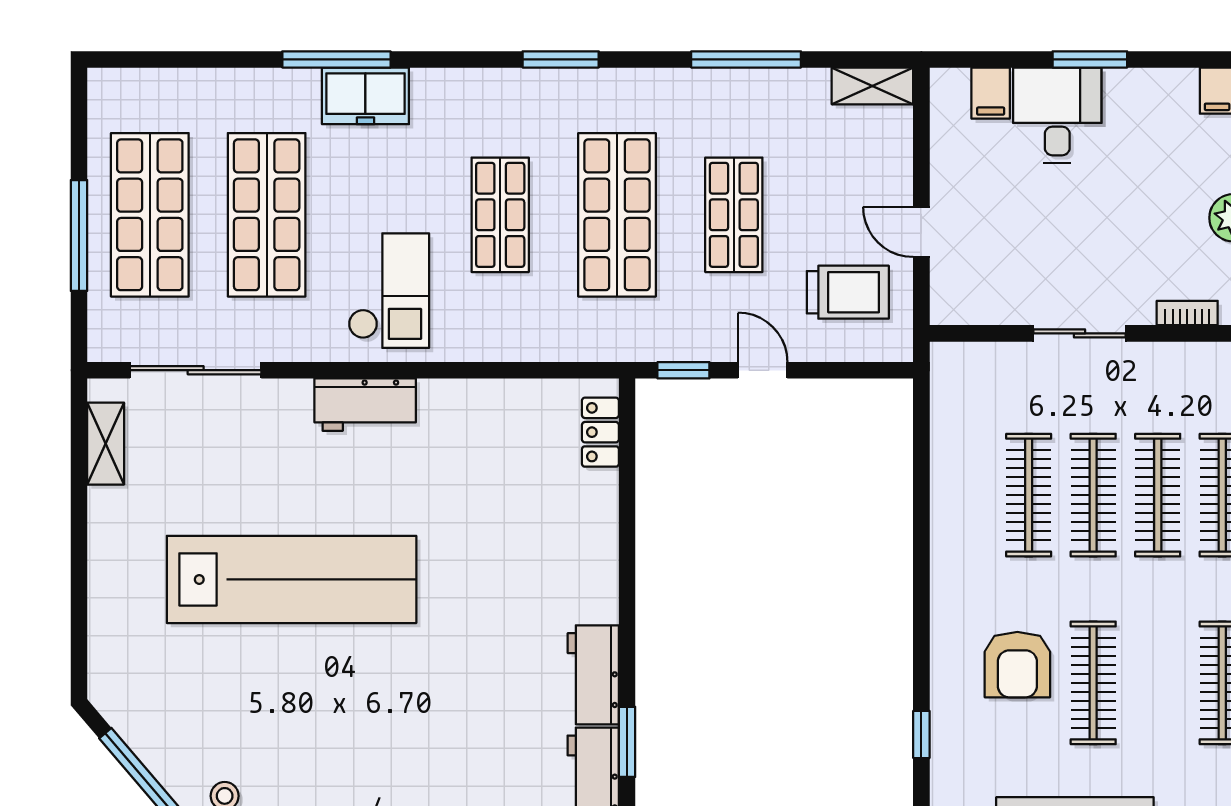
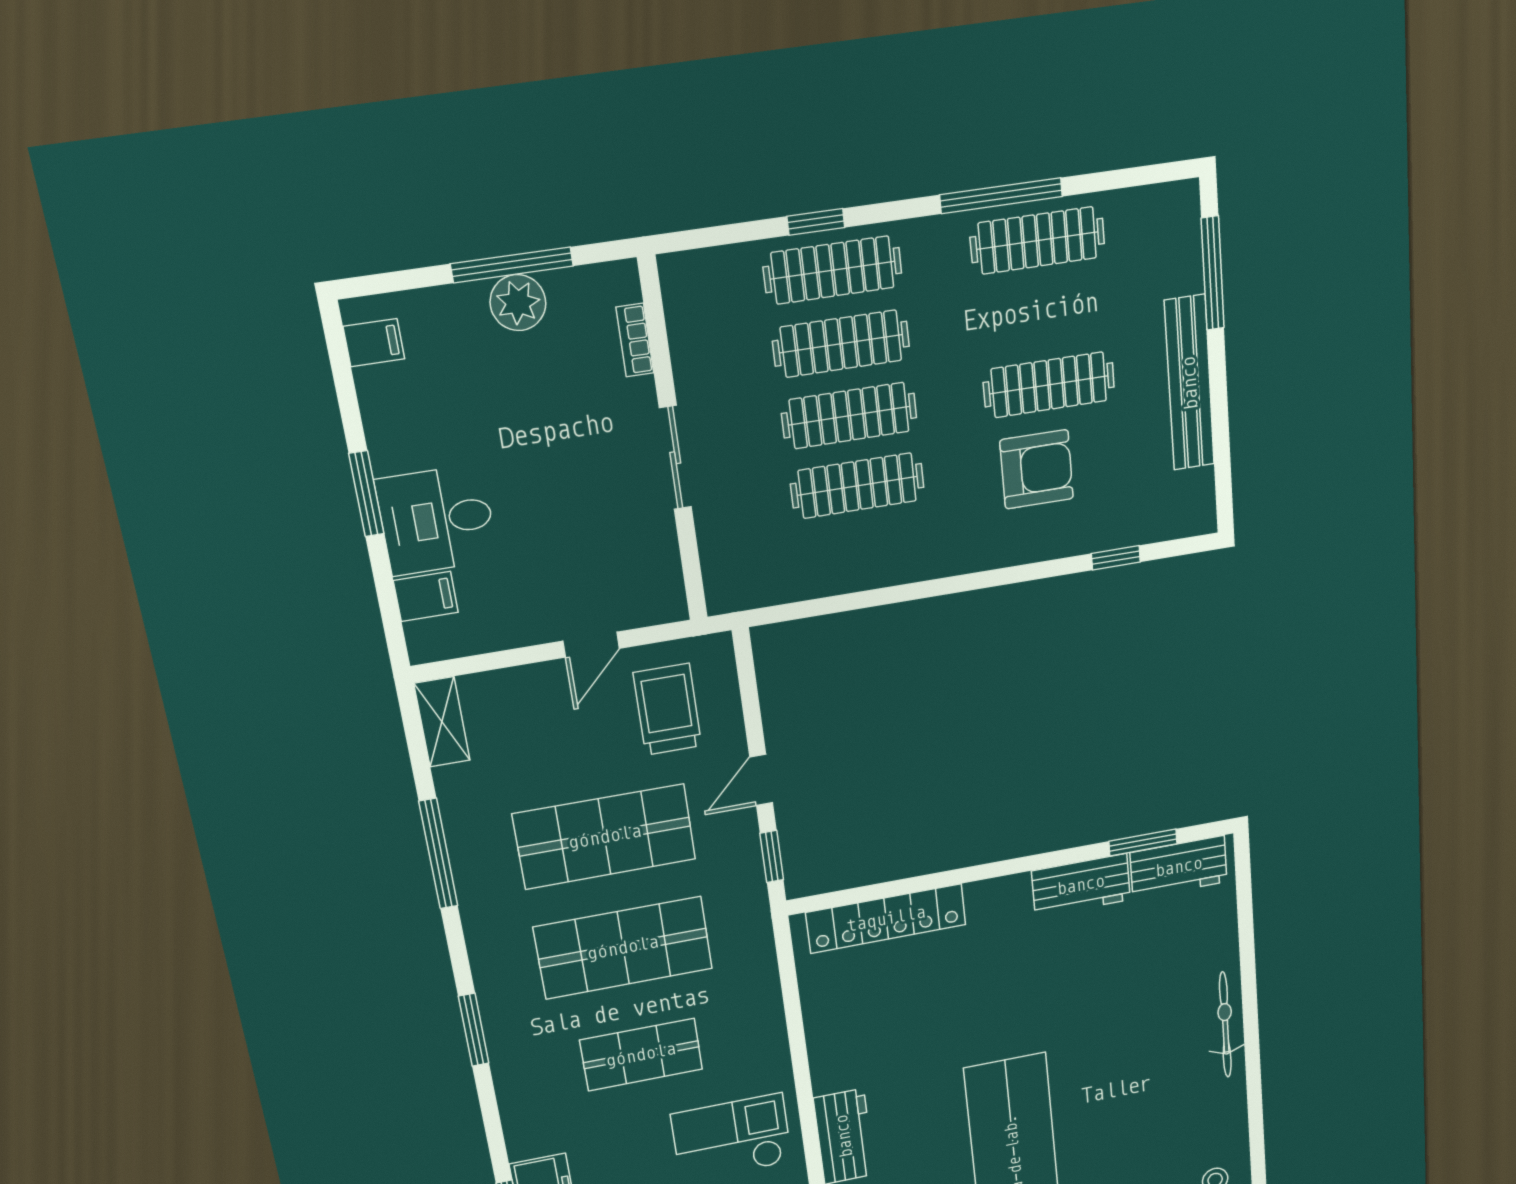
shop shelf: (734, 215) -> (605, 837), width x1.43, depth x1.36
locker: (600, 432) -> (886, 919), width x2.16, depth x1.21

